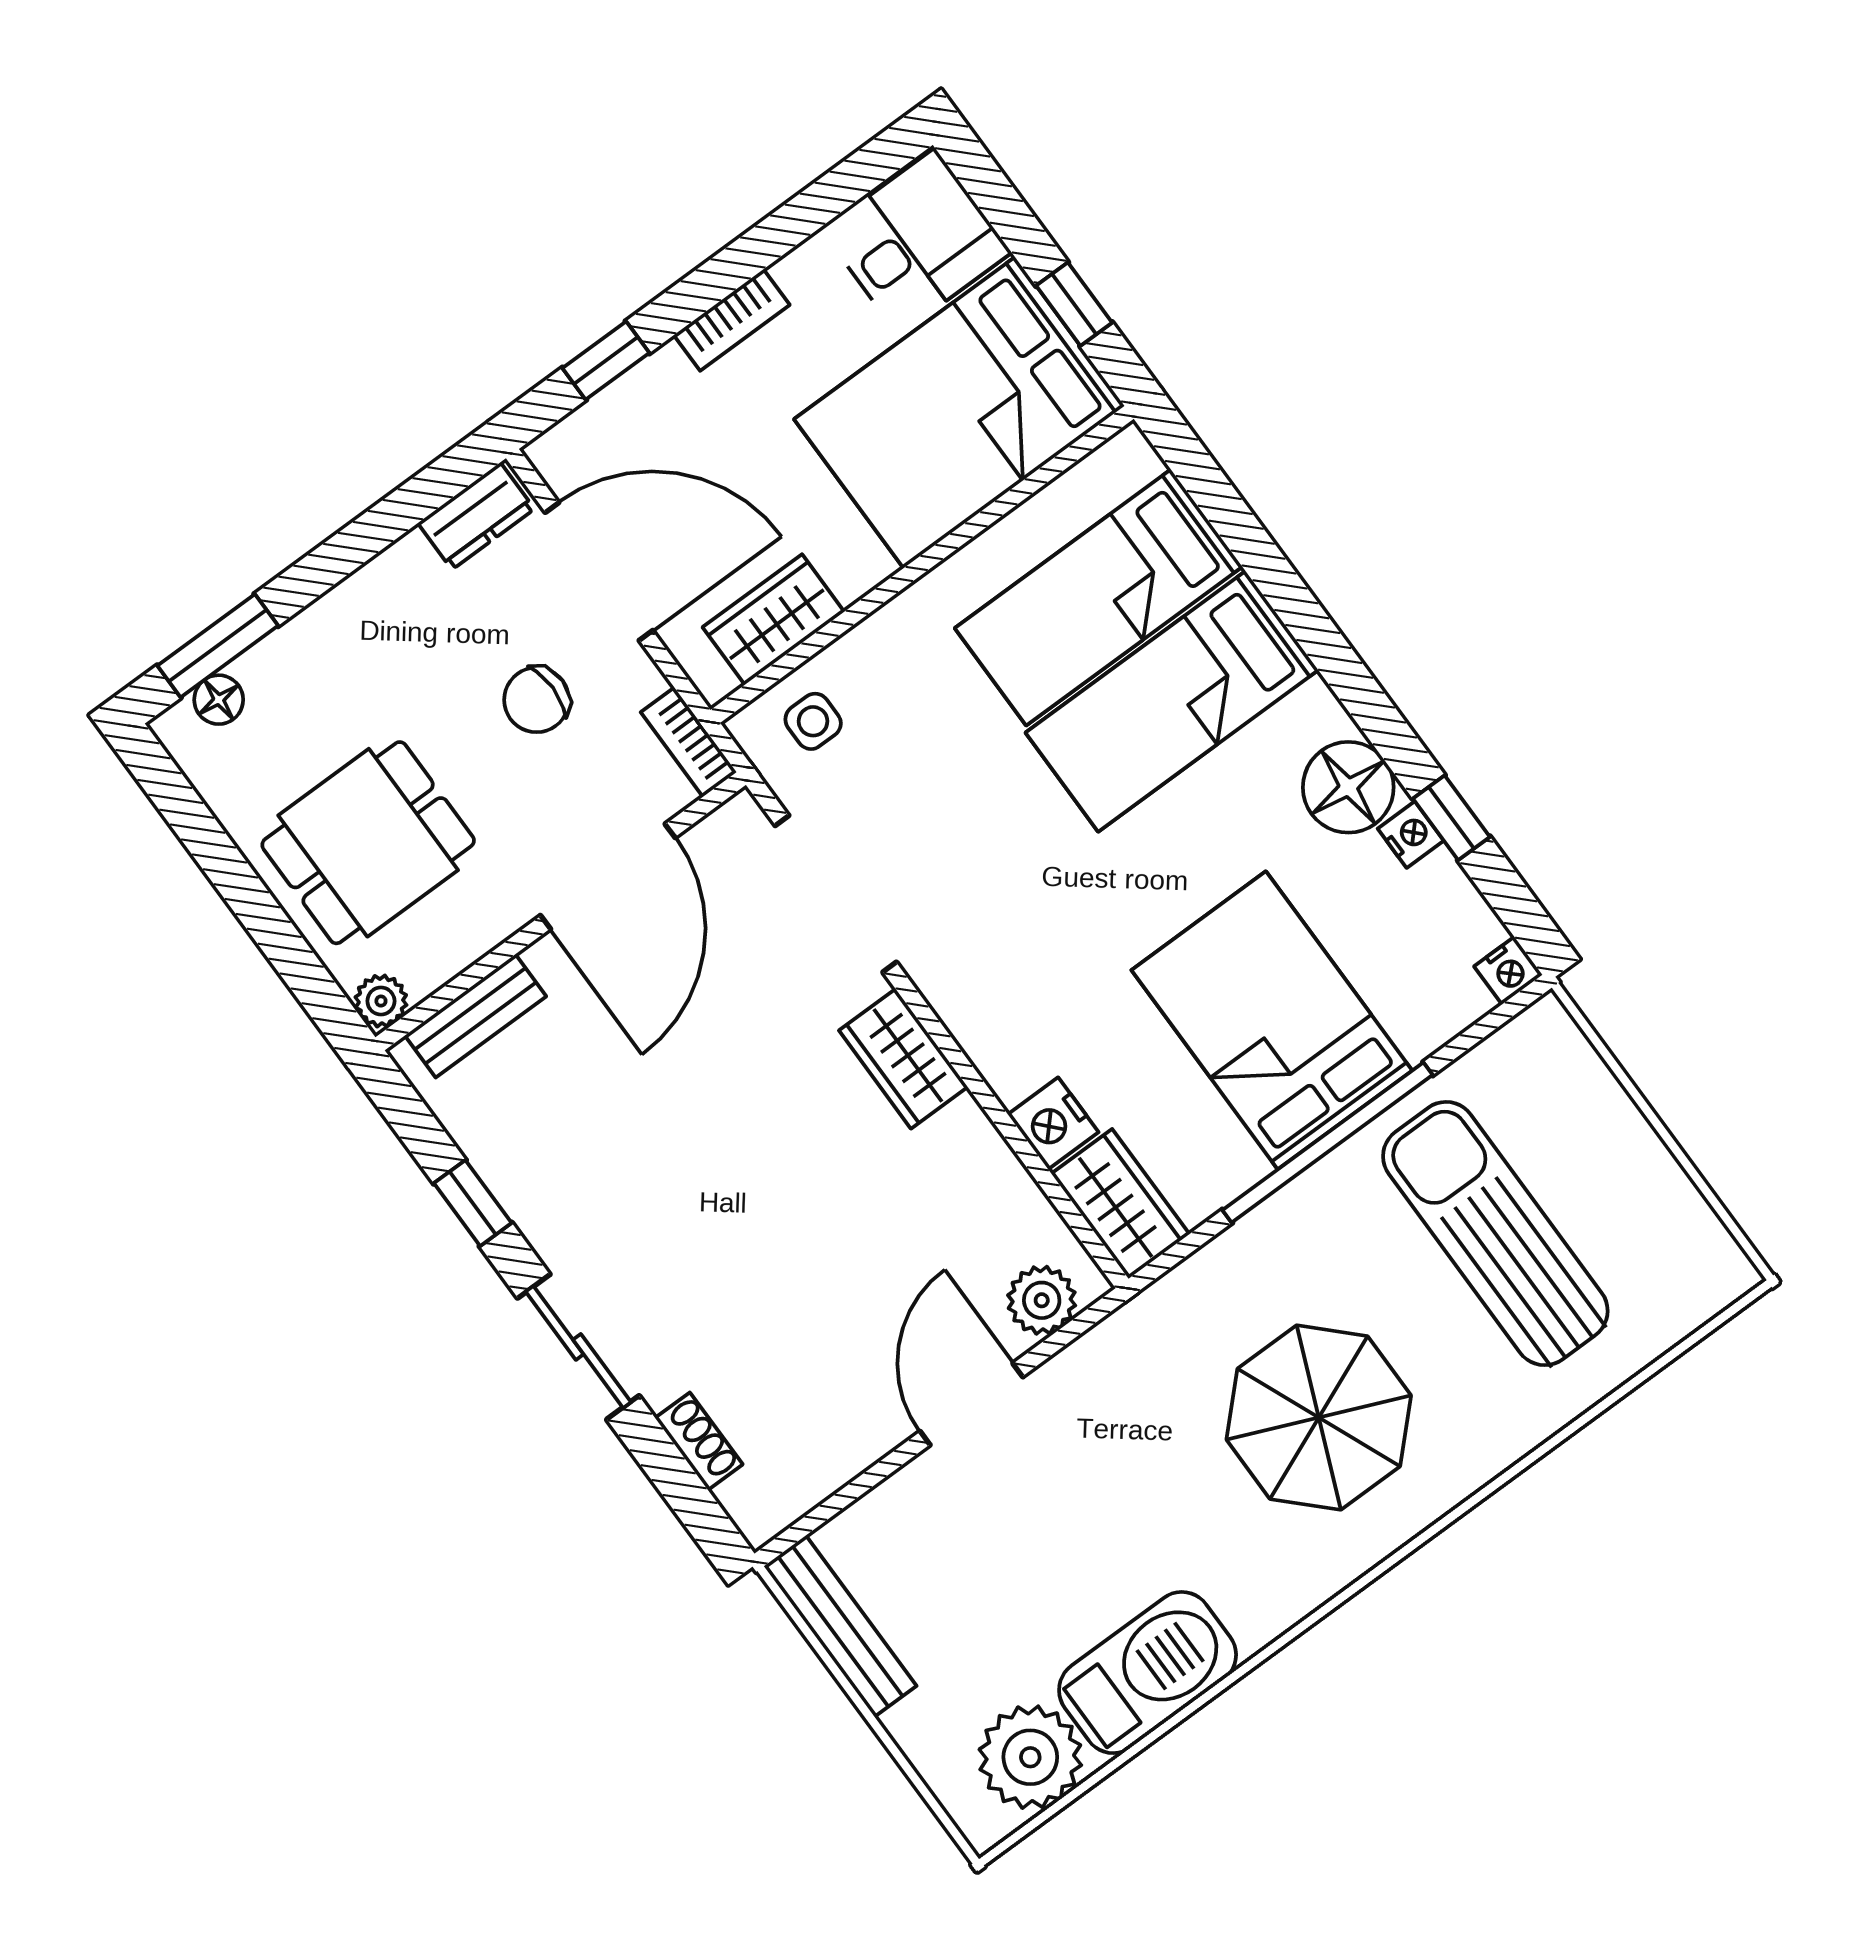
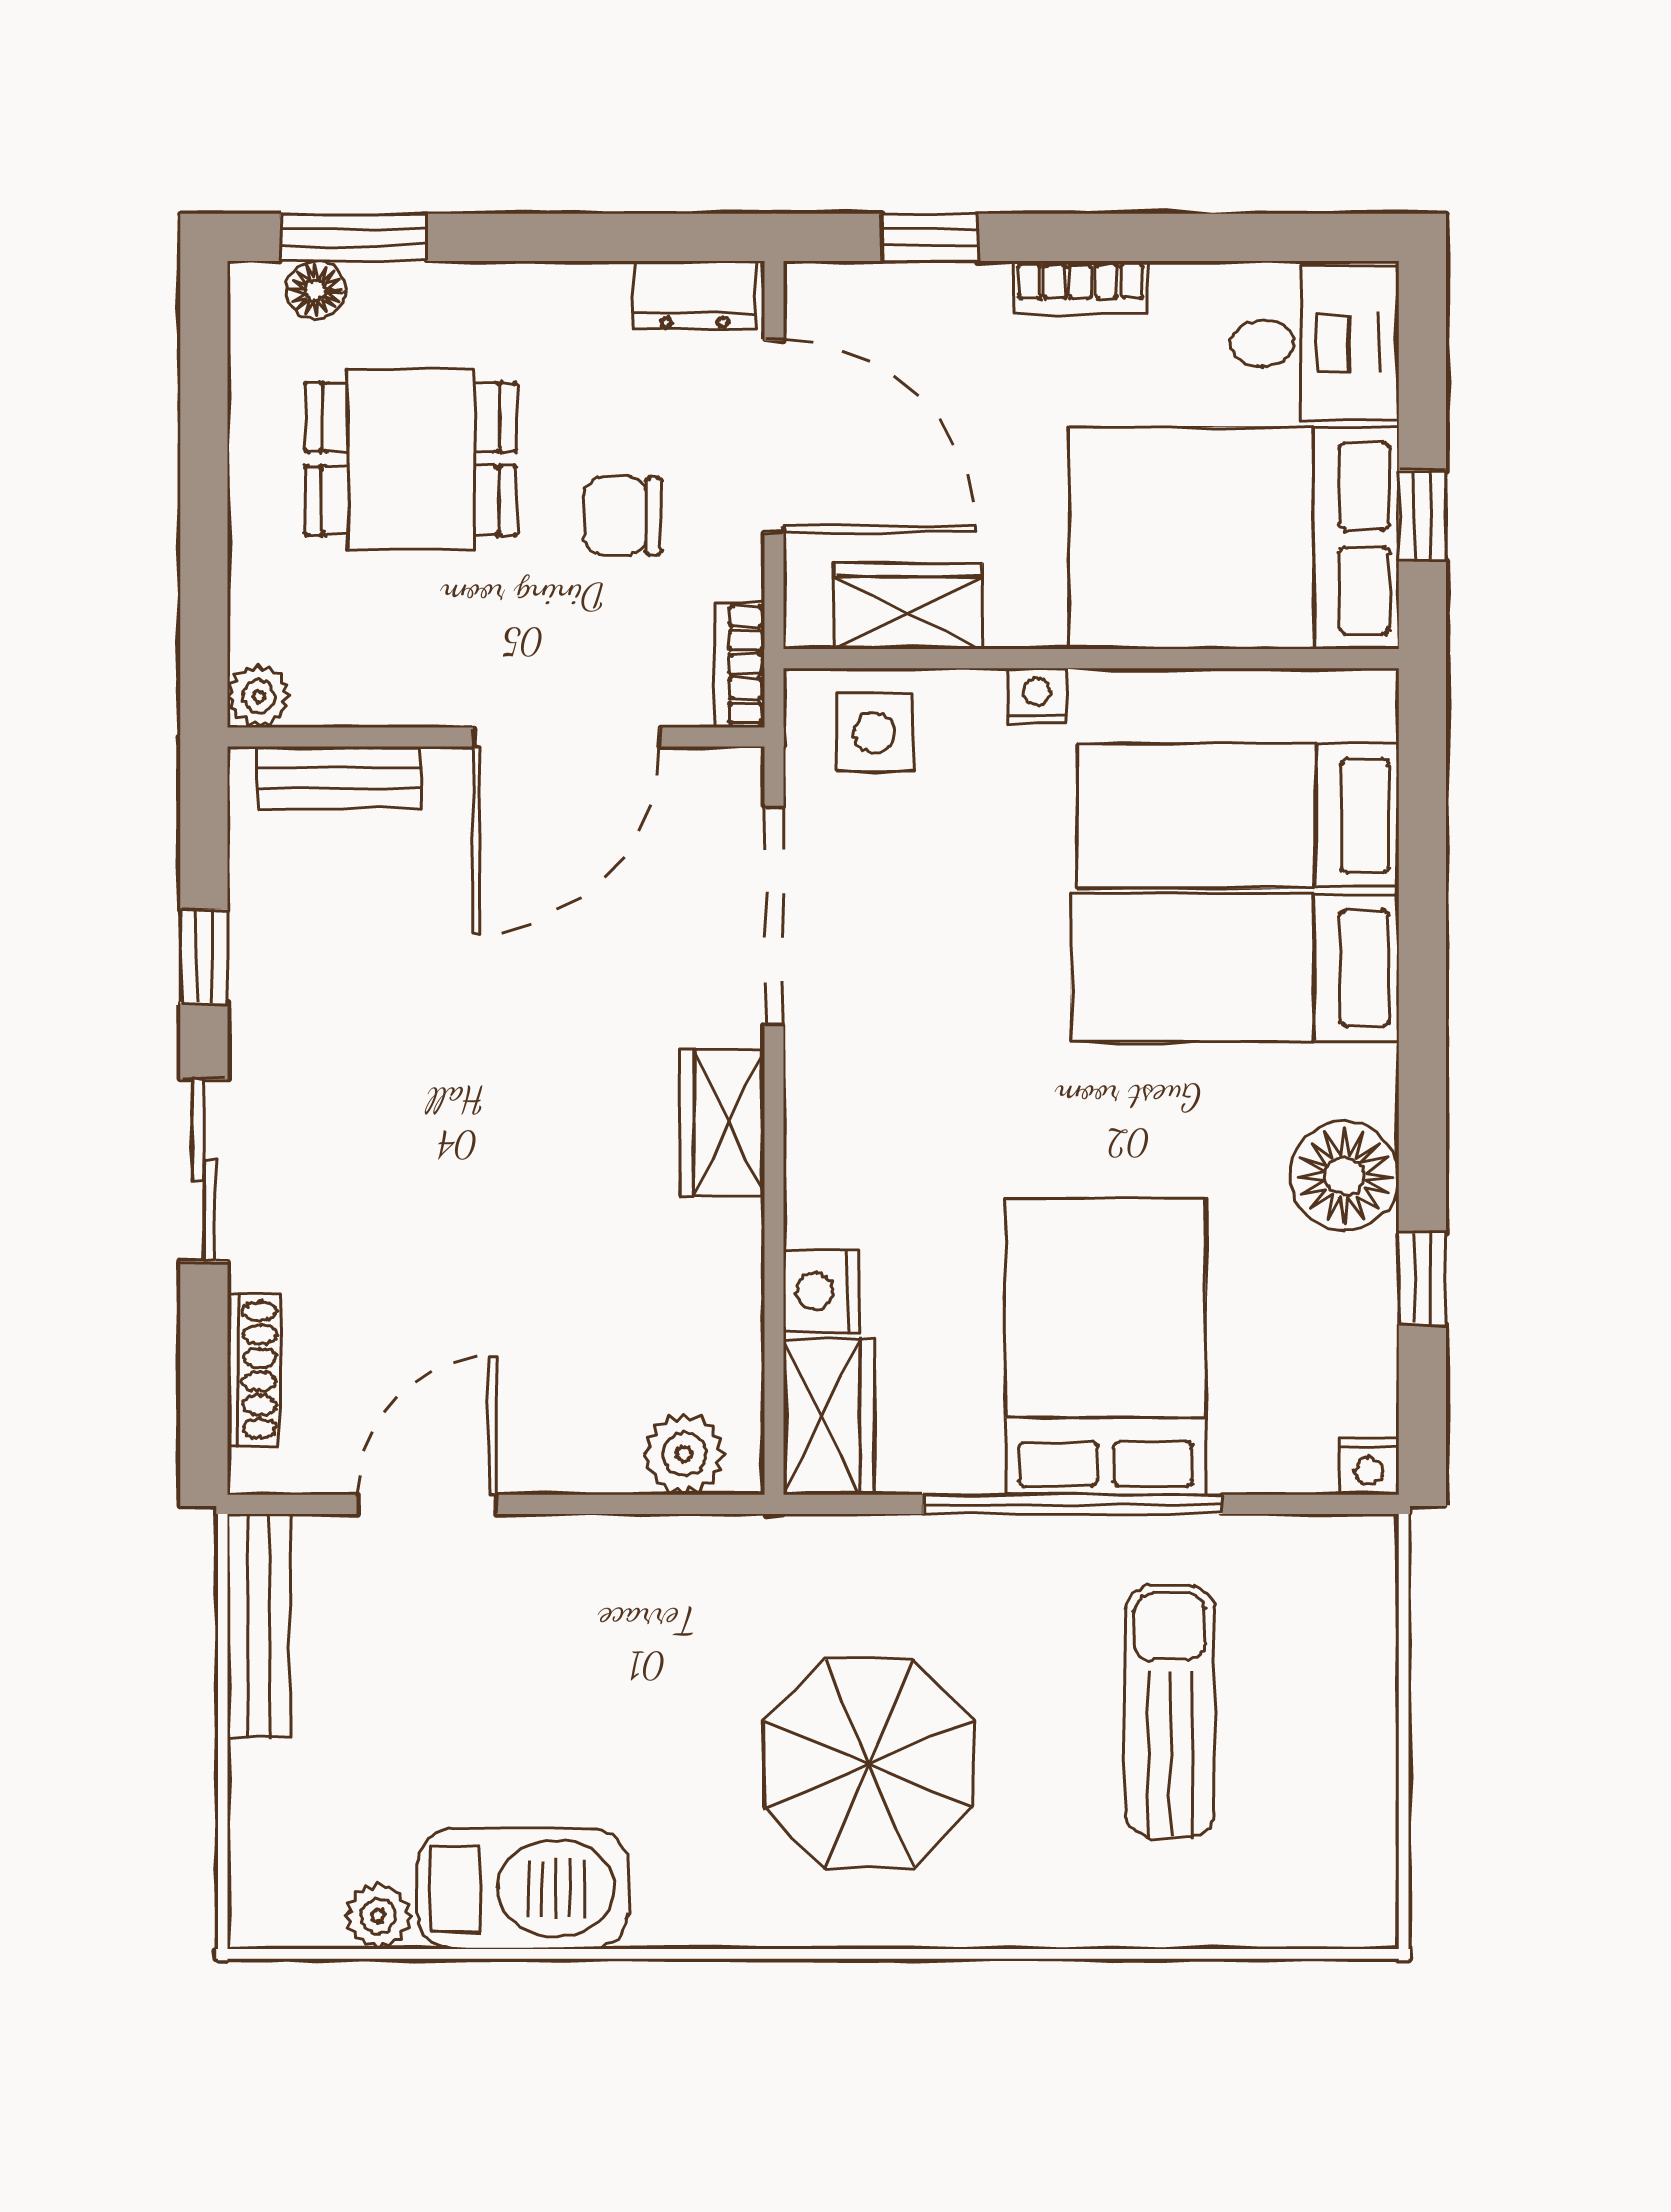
side table: (813, 721) -> (874, 733), width x1.37, depth x1.37
nightstand: (1411, 835) -> (1036, 696), moved, turned -90
dining table: (368, 843) -> (411, 459), moved
sun lounger: (1495, 1234) -> (1170, 1711), width x0.73, depth x0.75
door: (971, 1404) -> (427, 1504), moved
shoe rack: (699, 1441) -> (253, 1370), width x1.43
plant: (1030, 1757) -> (378, 1916), width x0.53, depth x0.53

